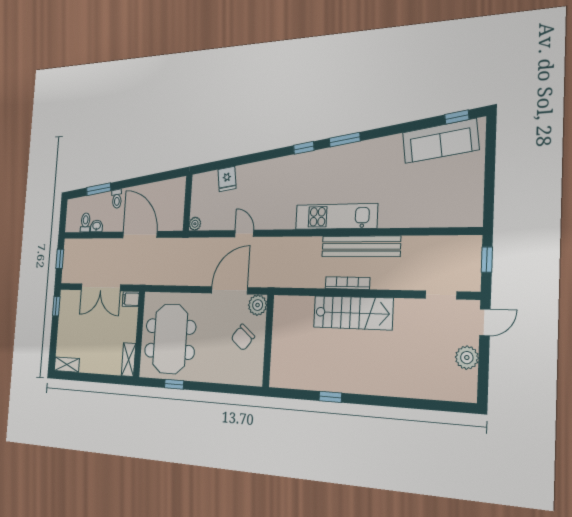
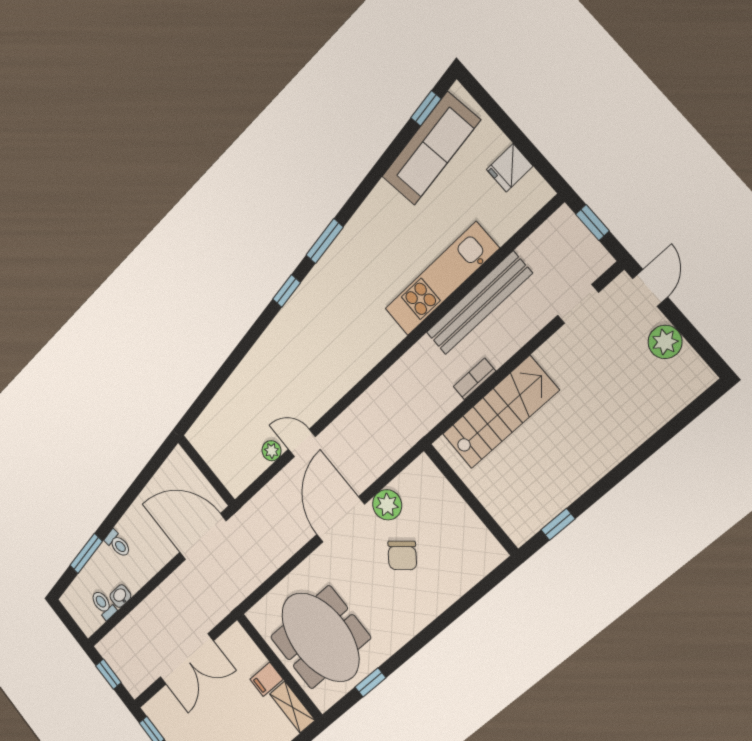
fridge: (227, 179) -> (510, 168), moved, turned 98
kitchen unit: (336, 216) -> (442, 279), moved
plant: (195, 224) -> (272, 451), moved
door: (140, 235) -> (203, 537), moved
bench: (361, 246) -> (479, 303), moved
bookcase: (347, 283) -> (474, 379), width x0.64
filing cabinet: (131, 299) -> (267, 679), moved
wall: (268, 341) -> (471, 499), moved

